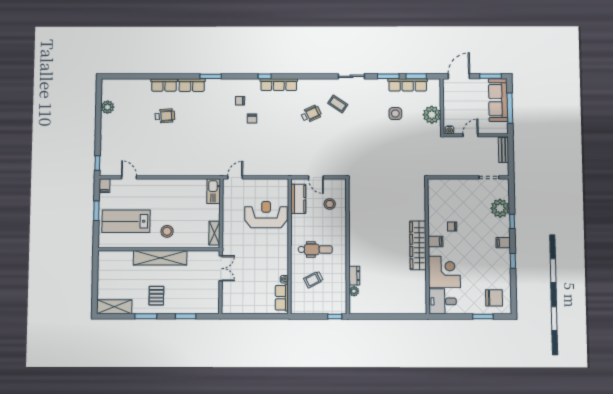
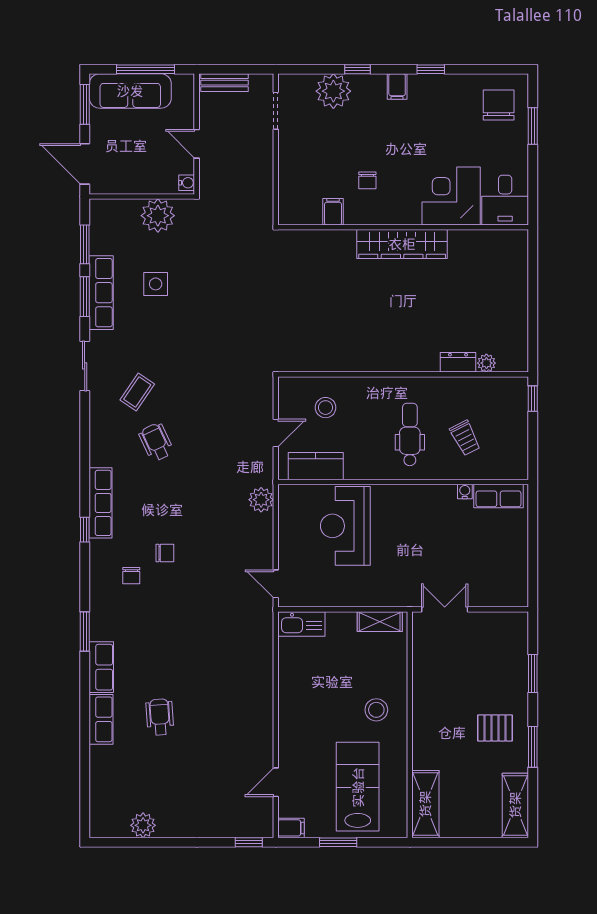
row of seats: (408, 85) -> (101, 293), moved
plant: (280, 170) -> (261, 500), added
lab bench: (126, 221) -> (358, 787), turned 180
filing cabinet: (435, 242) -> (333, 212), moved
shelving: (160, 258) -> (425, 804), moved, width x0.68

